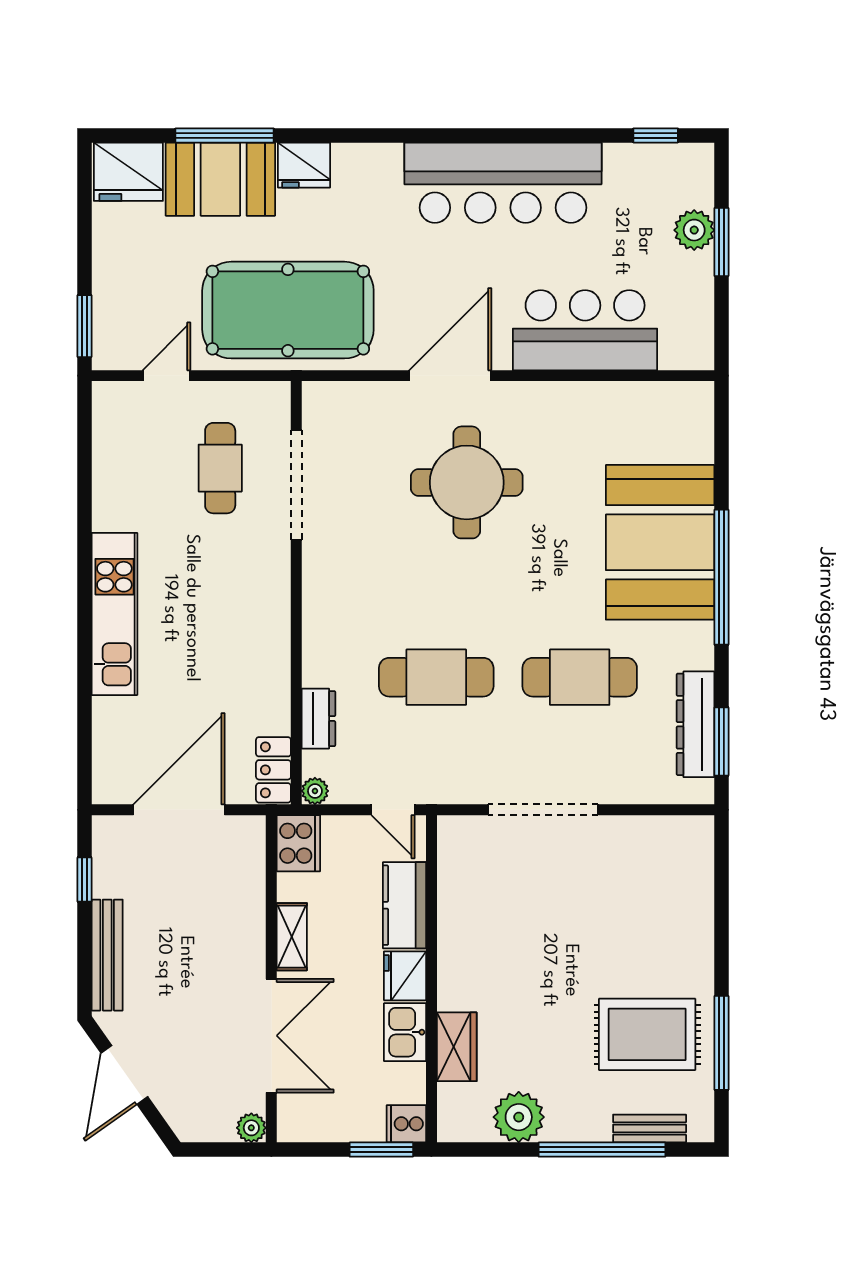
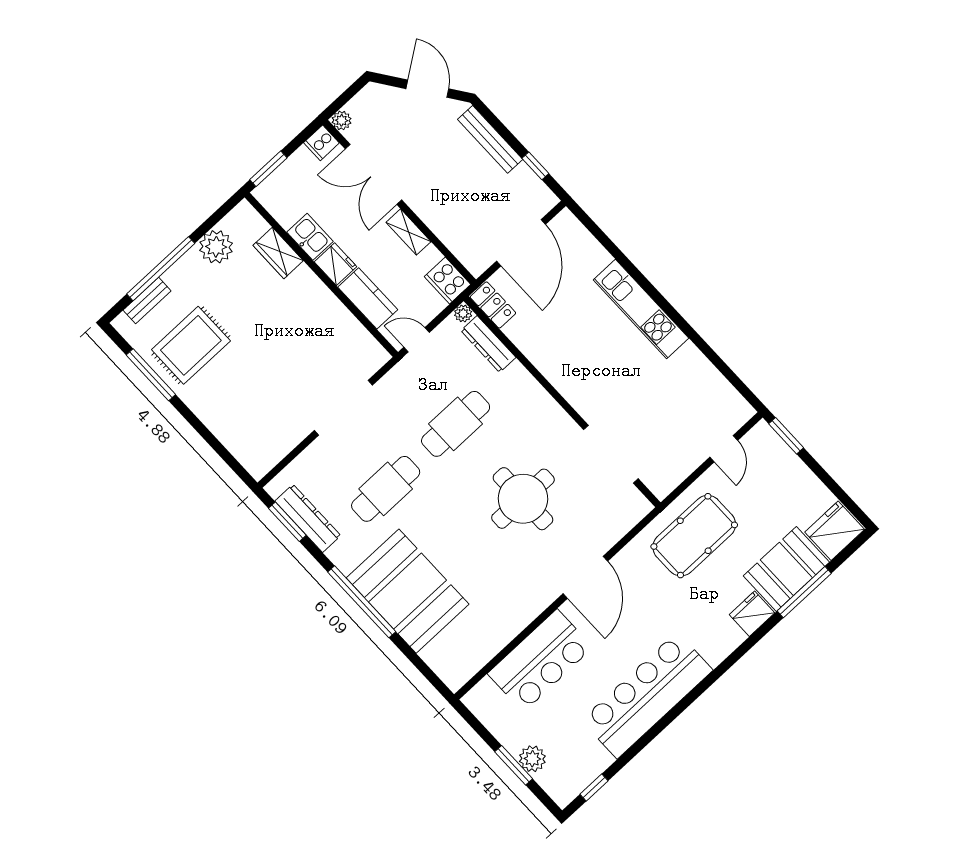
pool table: (288, 310) -> (694, 536), width x0.73, depth x0.76
cafe table: (220, 468) -> (656, 428), removed
round table: (467, 482) -> (523, 499), moved
dresser: (318, 719) -> (488, 344), width x1.44
cooker: (406, 1124) -> (321, 143), moved, turned 180

